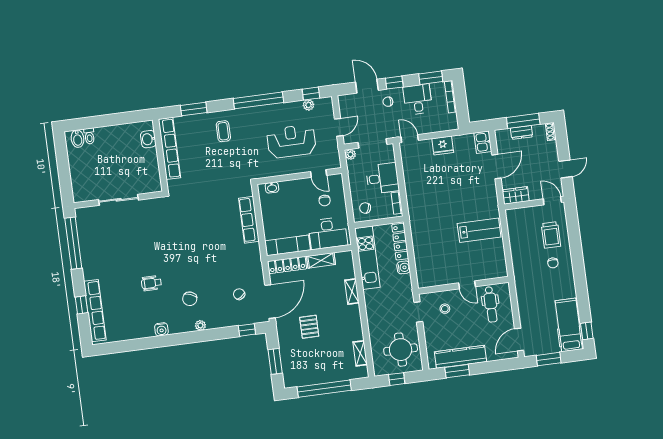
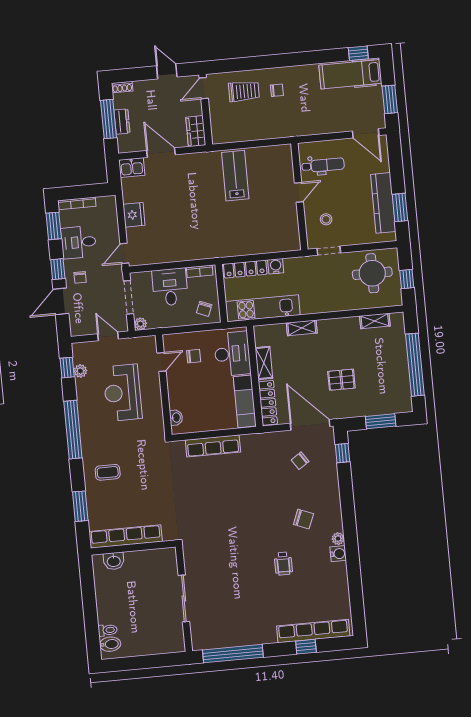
plant: (200, 325) -> (338, 539), moved

